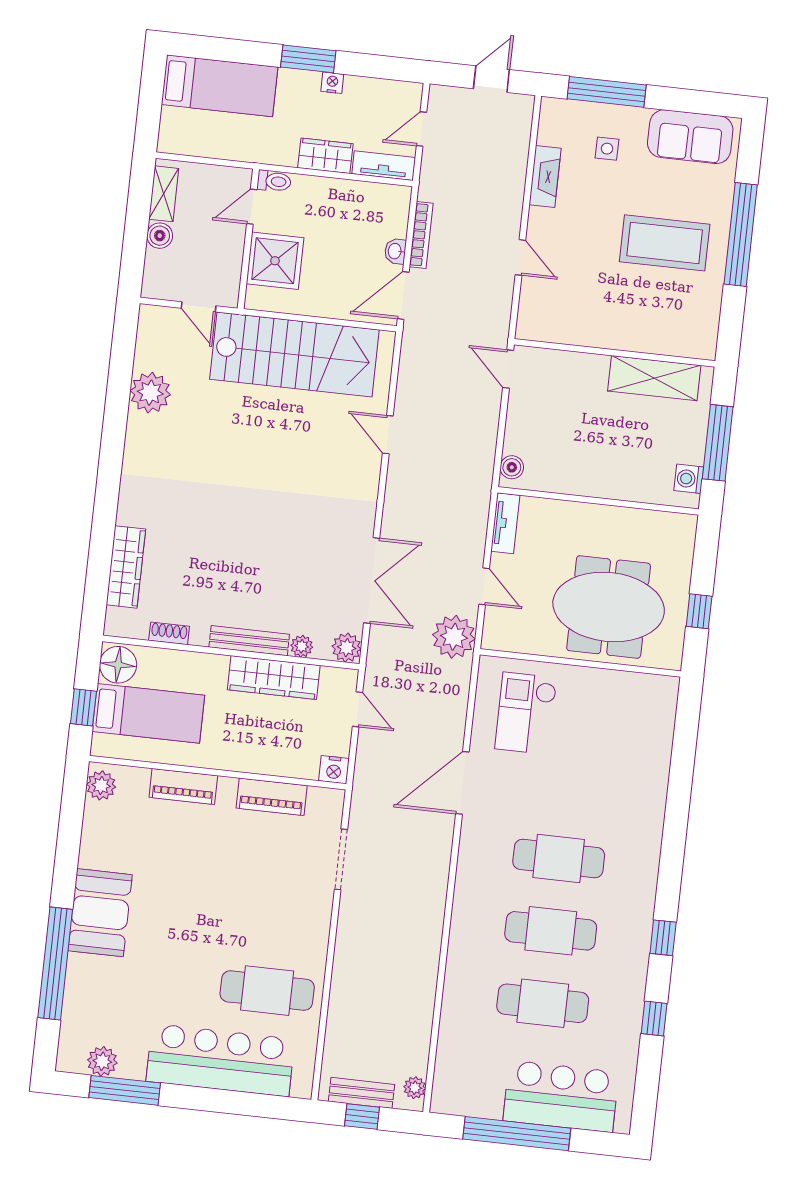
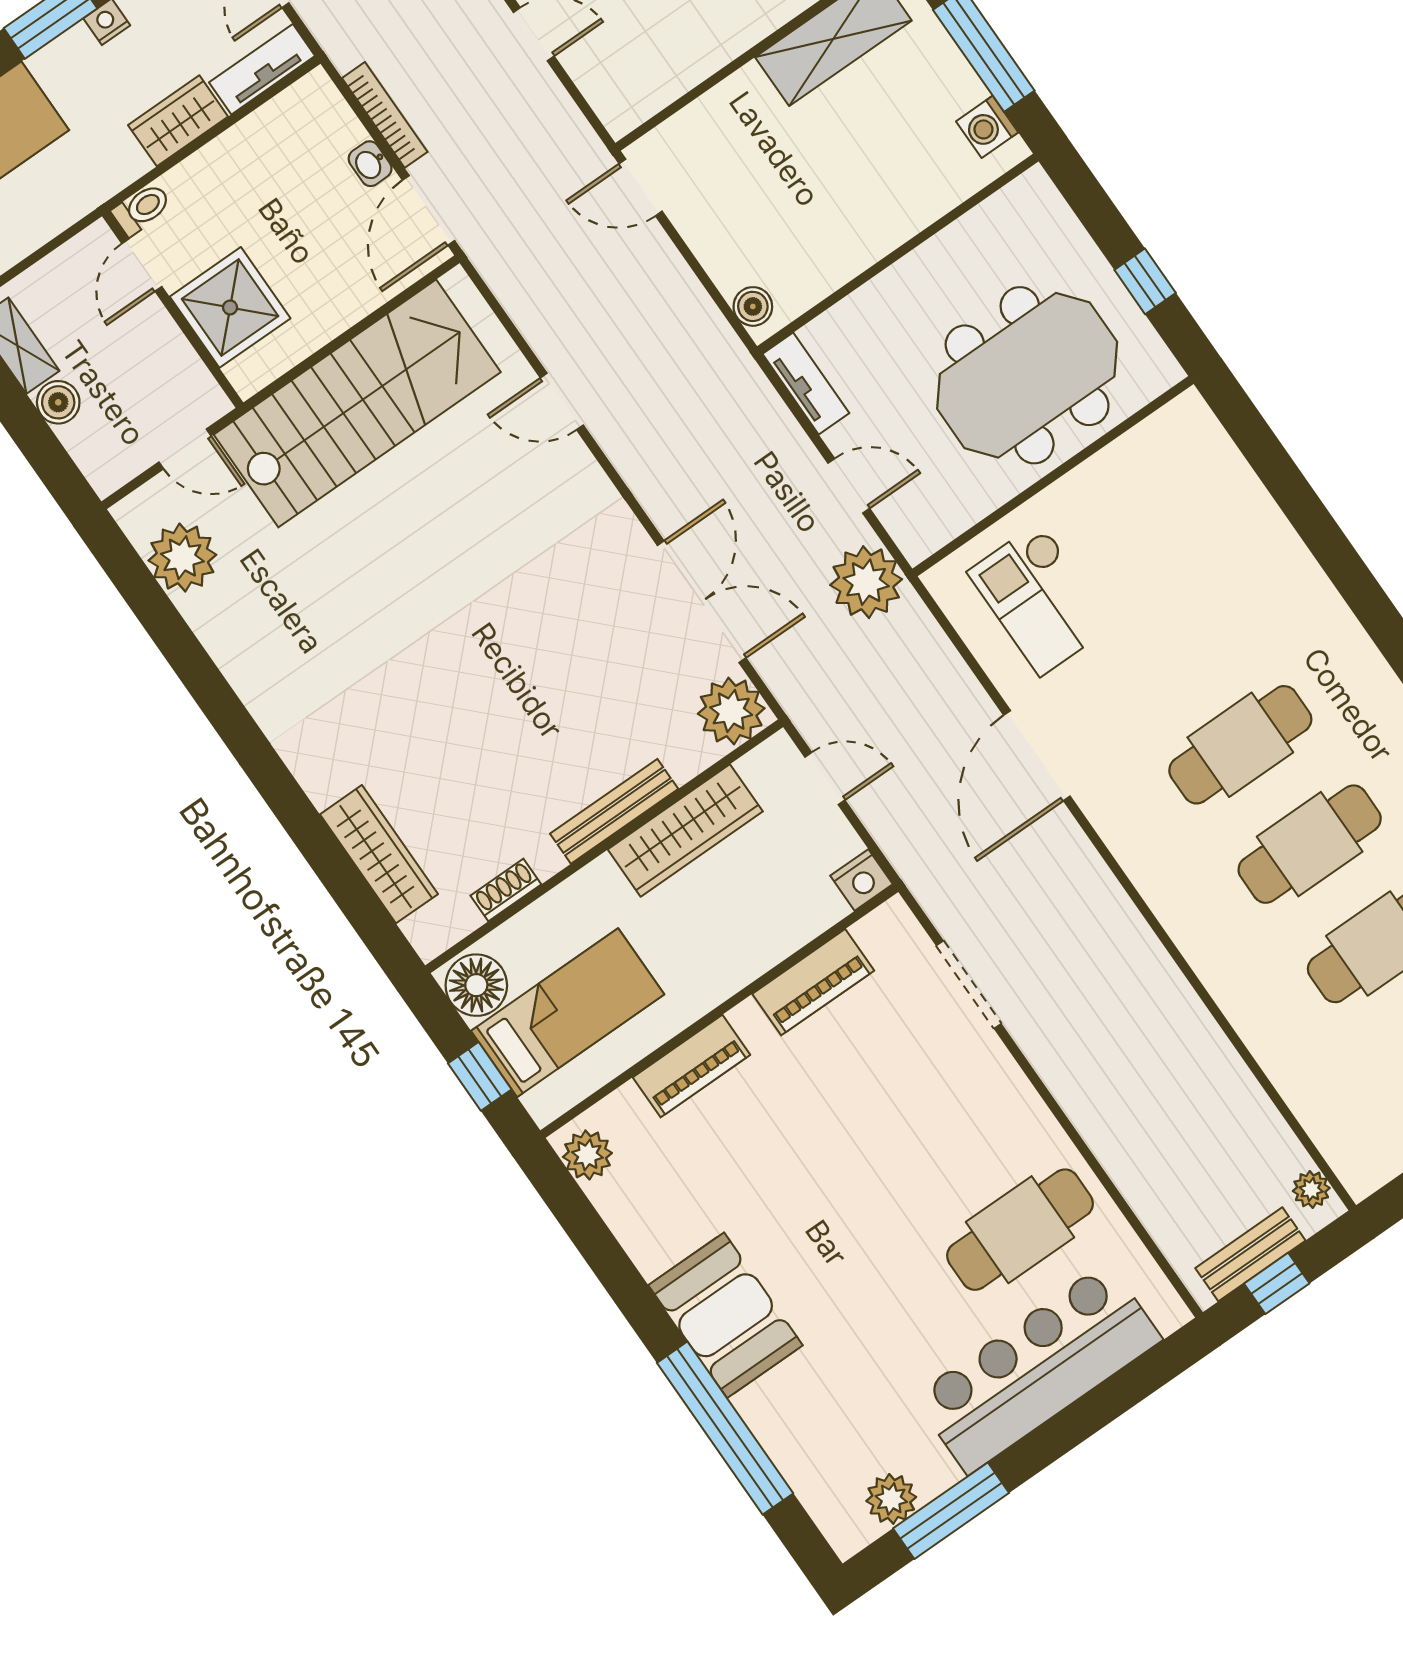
plant: (150, 393) -> (182, 558), moved
plant: (302, 646) -> (686, 761), removed
plant: (347, 648) -> (731, 711), width x1.36, depth x1.36

